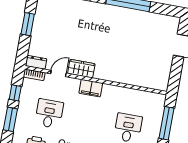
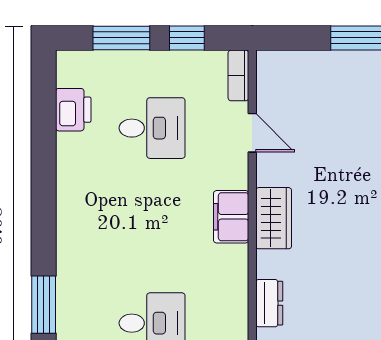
dresser: (36, 62) -> (269, 303), moved
wardrobe: (81, 69) -> (274, 218), moved

